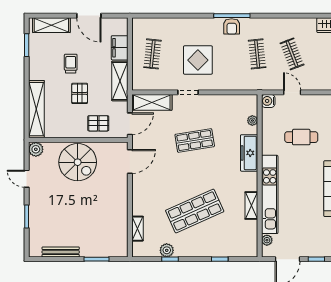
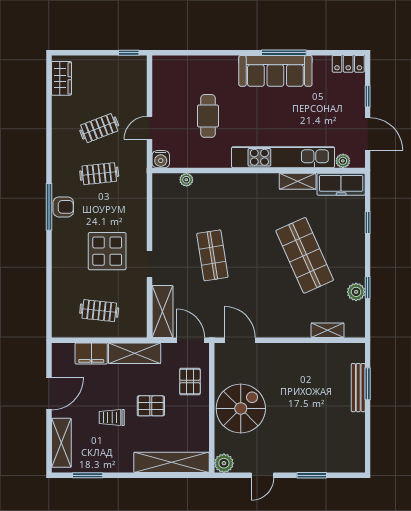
freezer: (249, 153) -> (341, 184), moved
bench: (61, 252) -> (358, 388), moved

